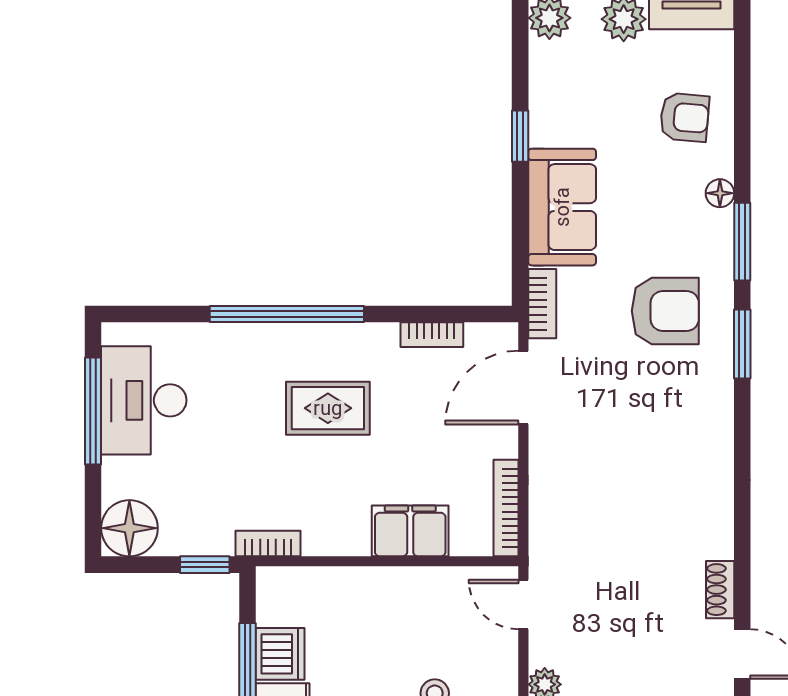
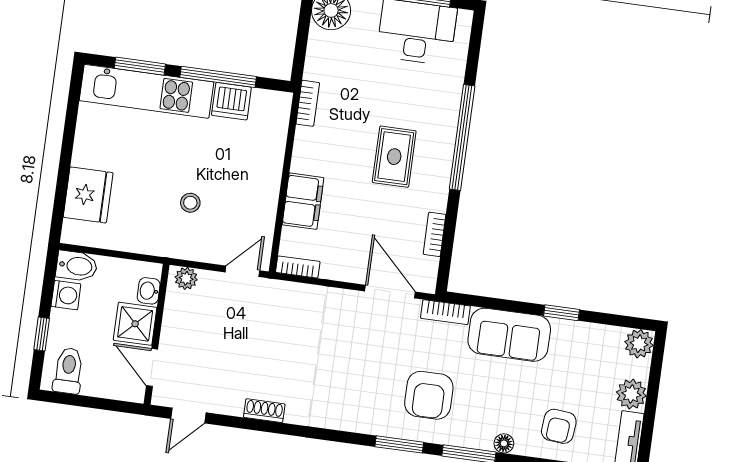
bookcase: (506, 508) -> (298, 267), width x0.64
window: (205, 565) -> (299, 58), removed
shoe rack: (720, 590) -> (264, 411), moved

